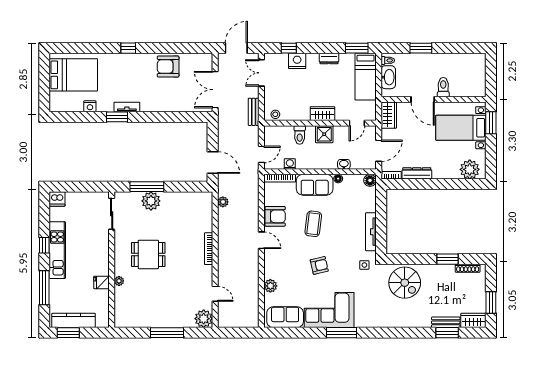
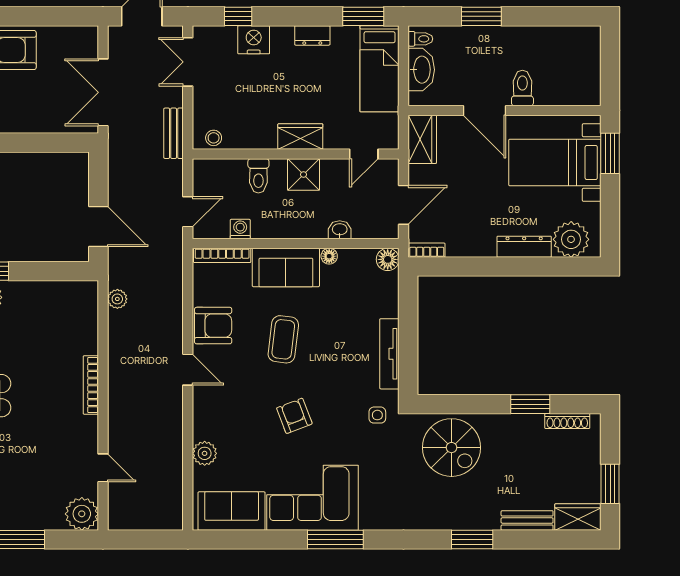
dresser: (417, 173) -> (524, 247), moved
armchair: (319, 265) -> (294, 416), turned -98
window: (447, 333) -> (472, 540), moved

